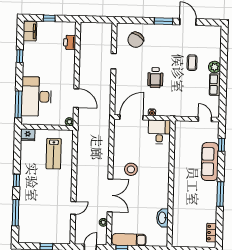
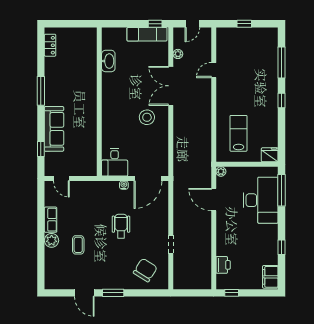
window: (49, 18) -> (232, 293), moved

